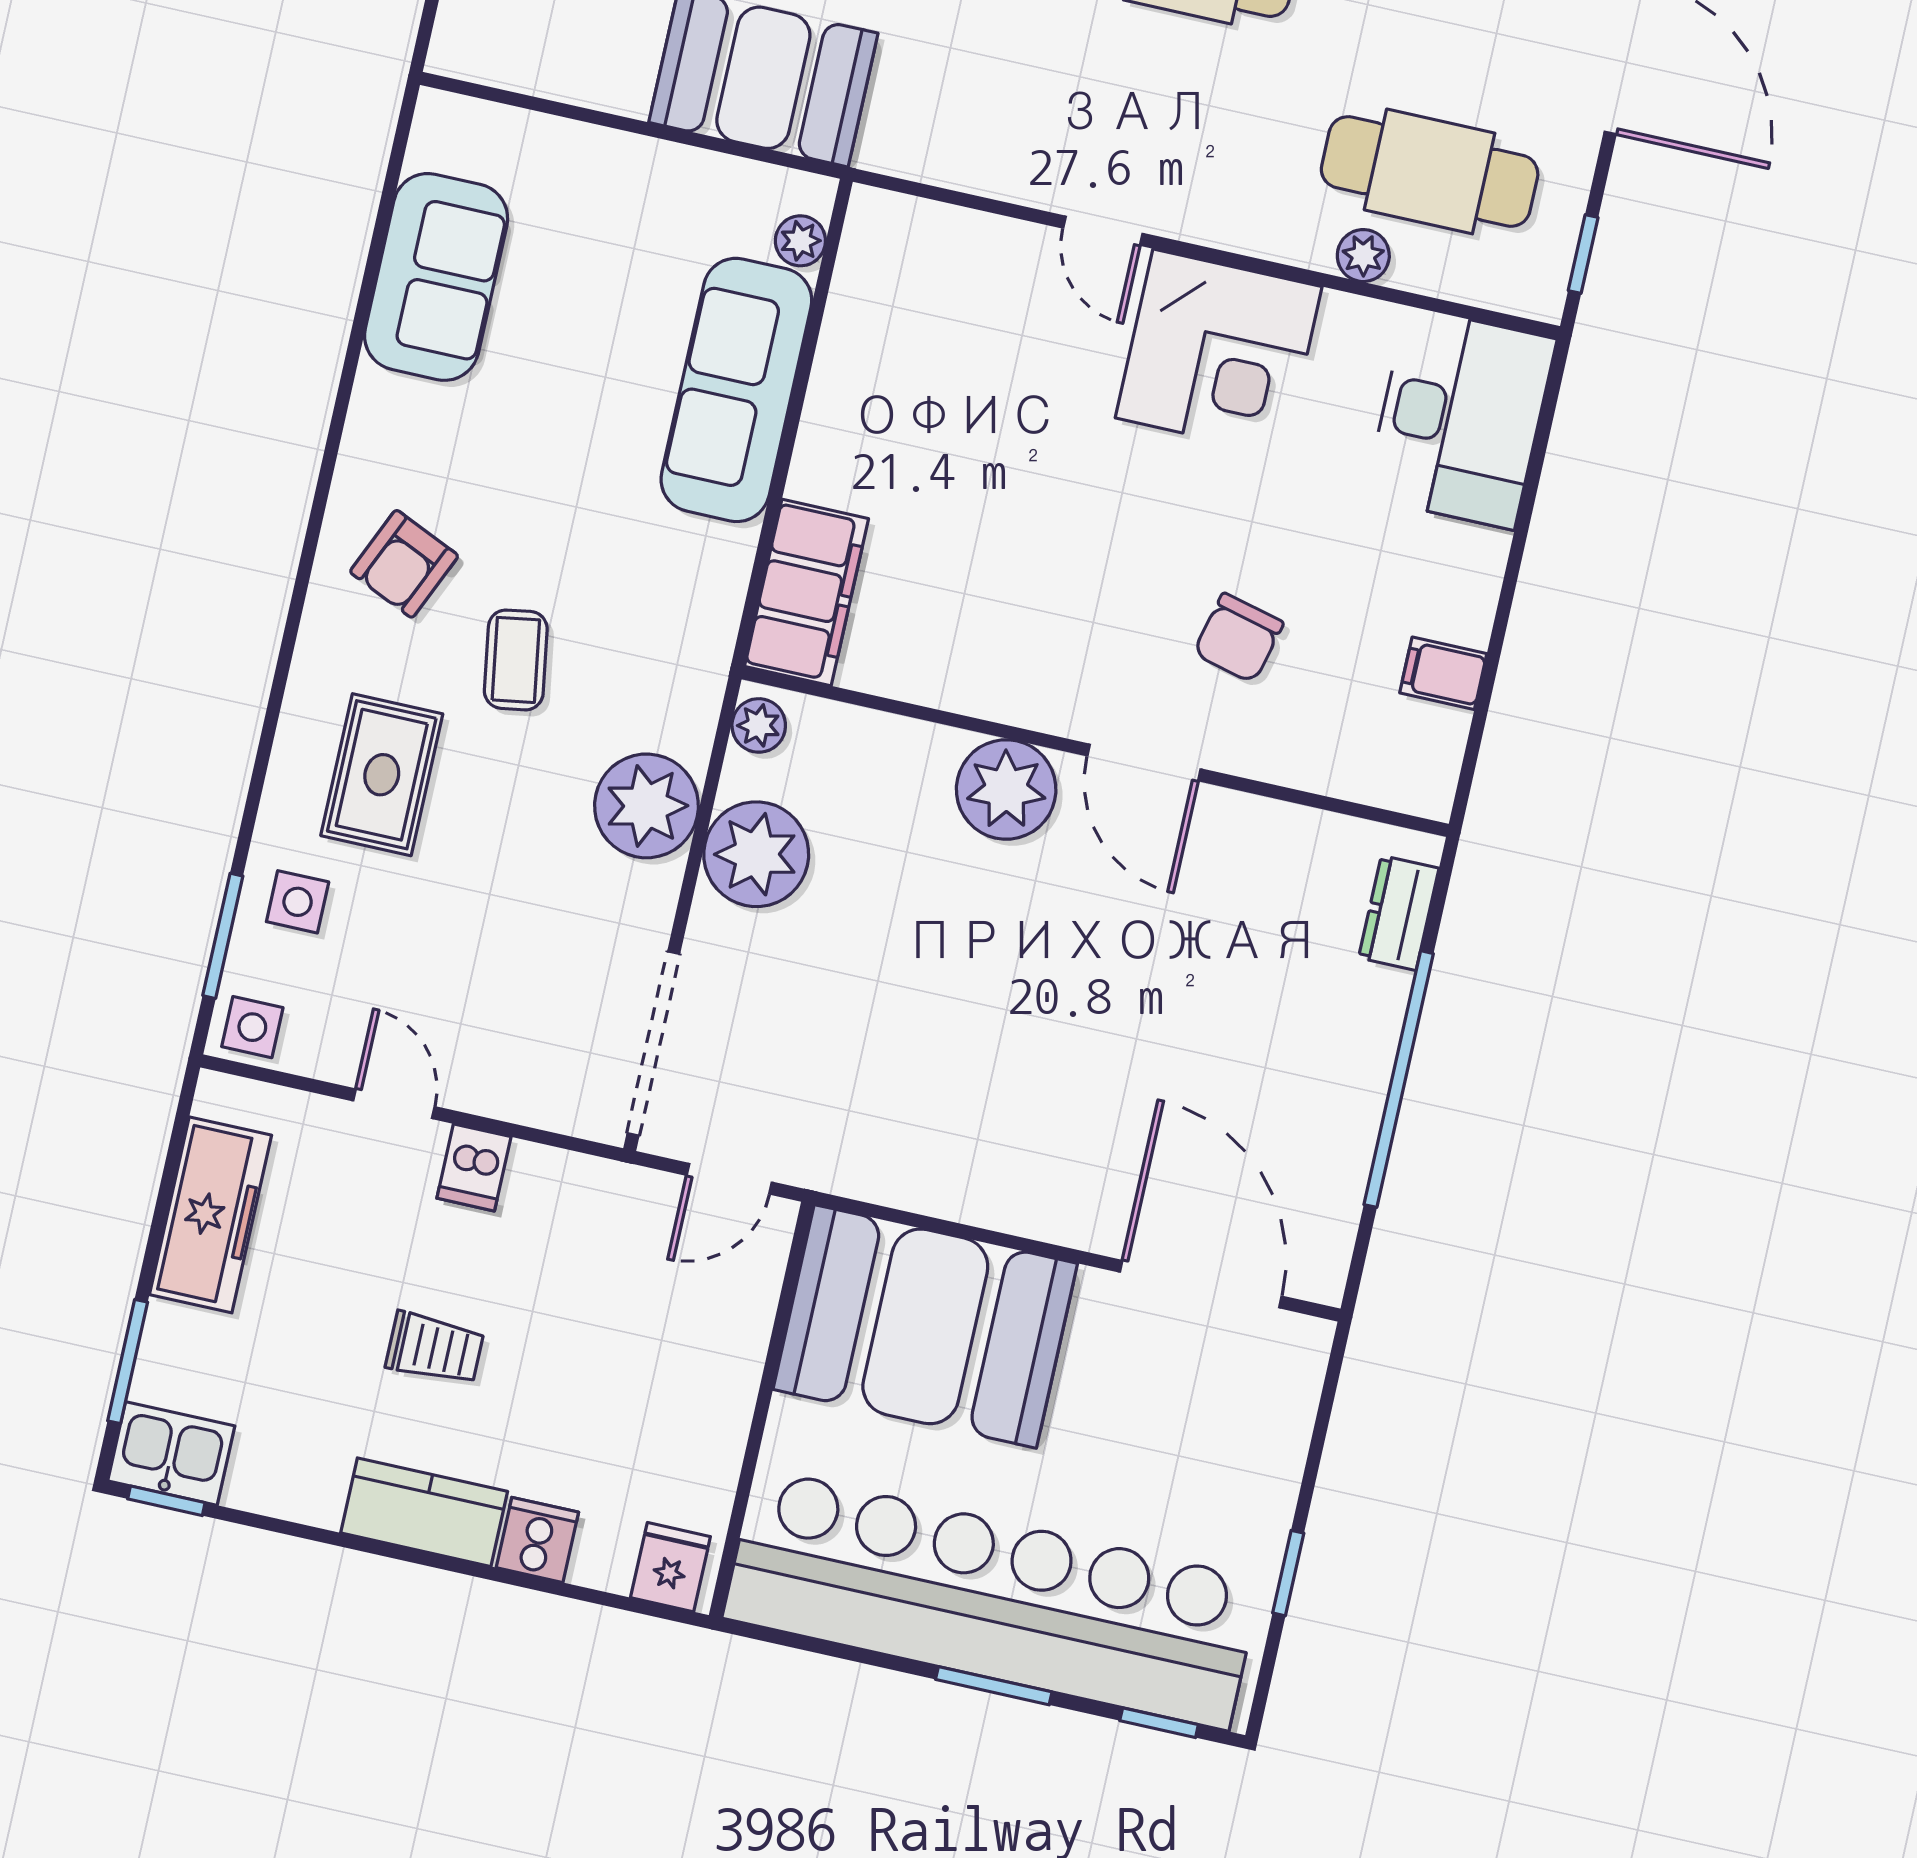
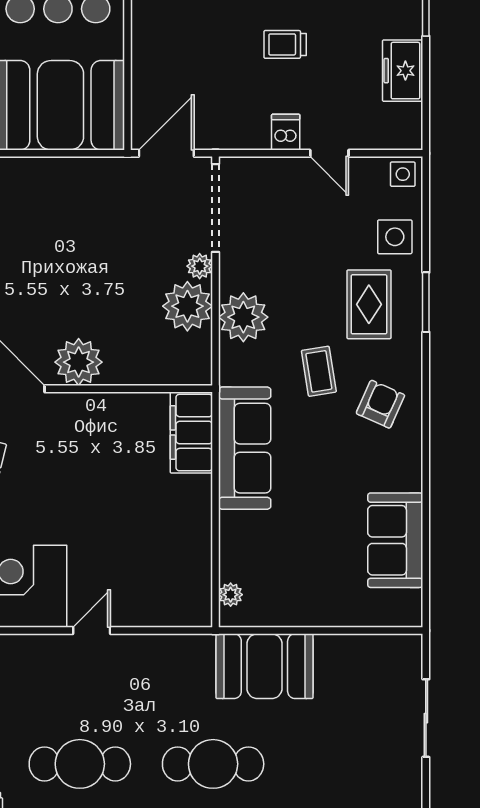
door: (1103, 231) -> (92, 631), hinge flipped
sofa: (736, 390) -> (245, 448), moved
plant: (759, 725) -> (200, 266), moved
side table: (298, 902) -> (395, 237), width x1.37, depth x1.37
window: (223, 936) -> (426, 302), moved
door: (729, 1179) -> (166, 153), width x1.38
freezer: (211, 1215) -> (403, 71), width x0.71

